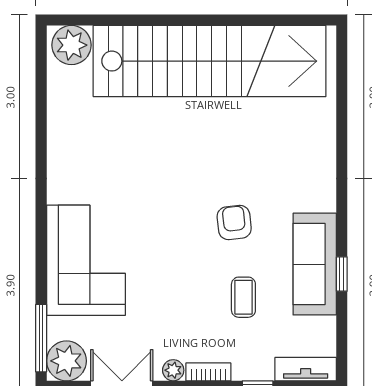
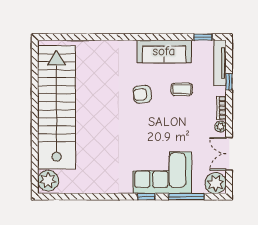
window: (41, 231) -> (146, 197), added
window: (342, 274) -> (203, 37), moved
window: (41, 338) -> (186, 197), moved
tv unit: (306, 369) -> (220, 63), width x1.41

